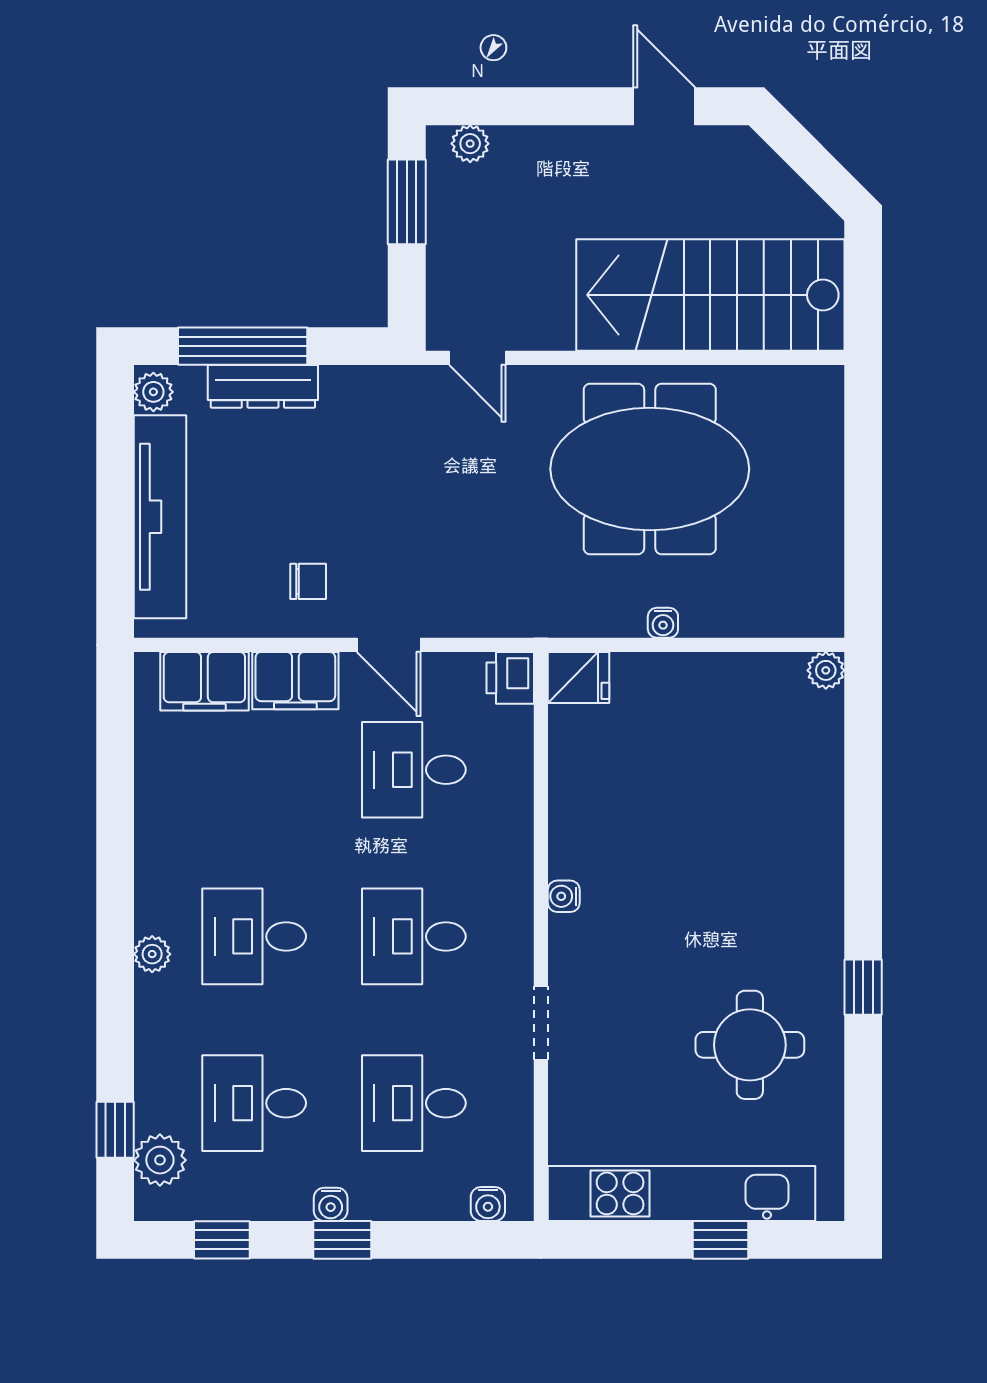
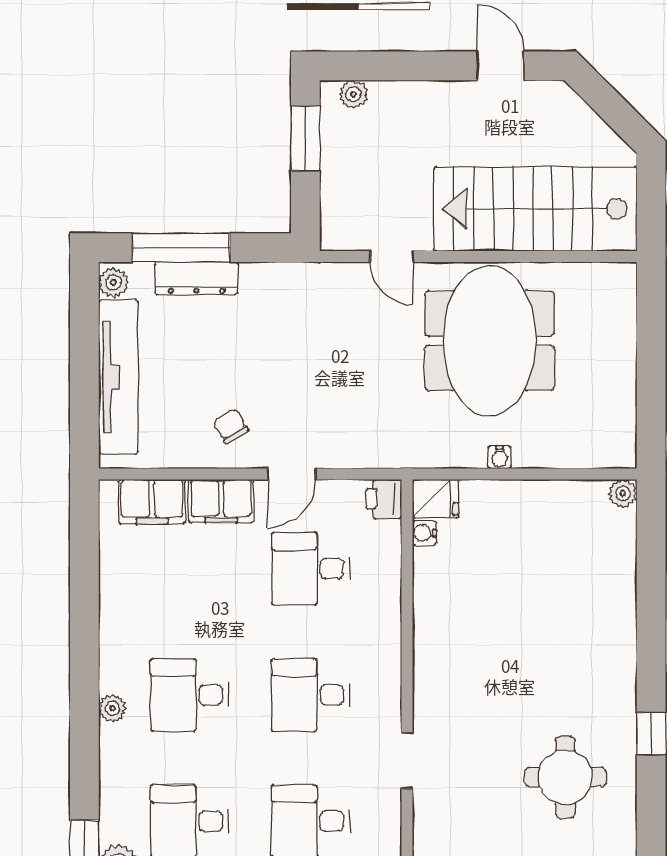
door: (477, 358) -> (392, 257), moved
meeting table: (650, 469) -> (489, 341), turned 90
chair: (308, 581) -> (231, 426), turned -122
door: (389, 645) -> (292, 474), hinge flipped
water cooler: (564, 896) -> (424, 533), moved

